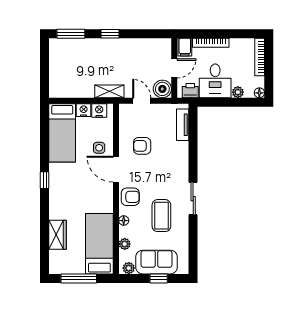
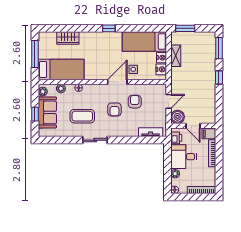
window: (45, 79) -> (185, 28), added
shelving: (109, 91) -> (176, 56), moved
armchair: (130, 197) -> (114, 109), moved

